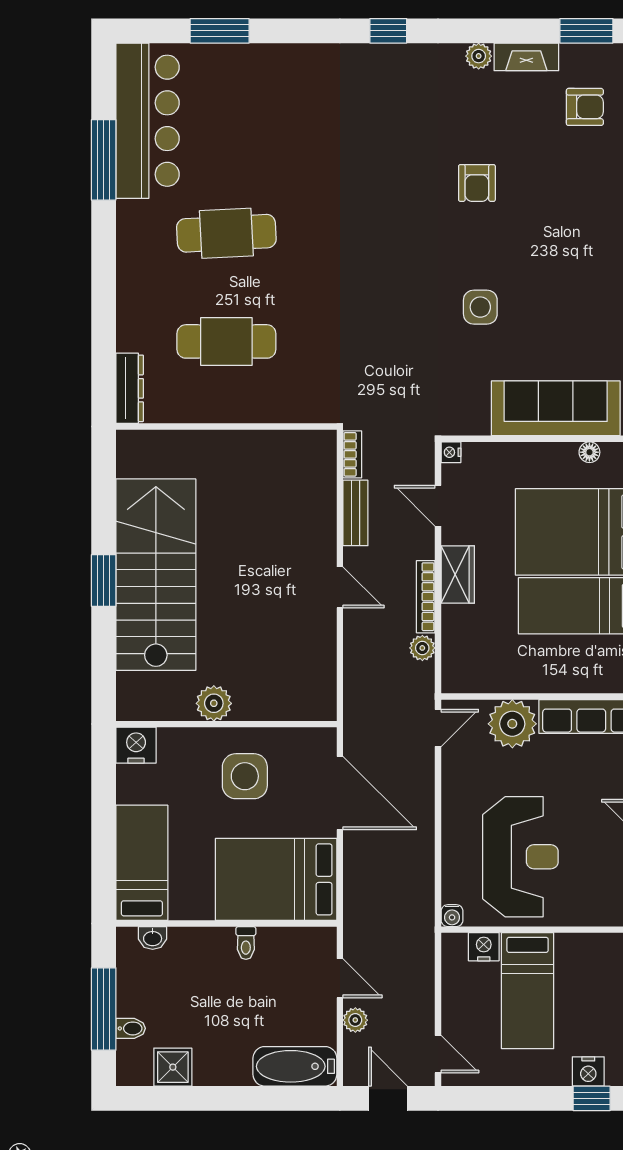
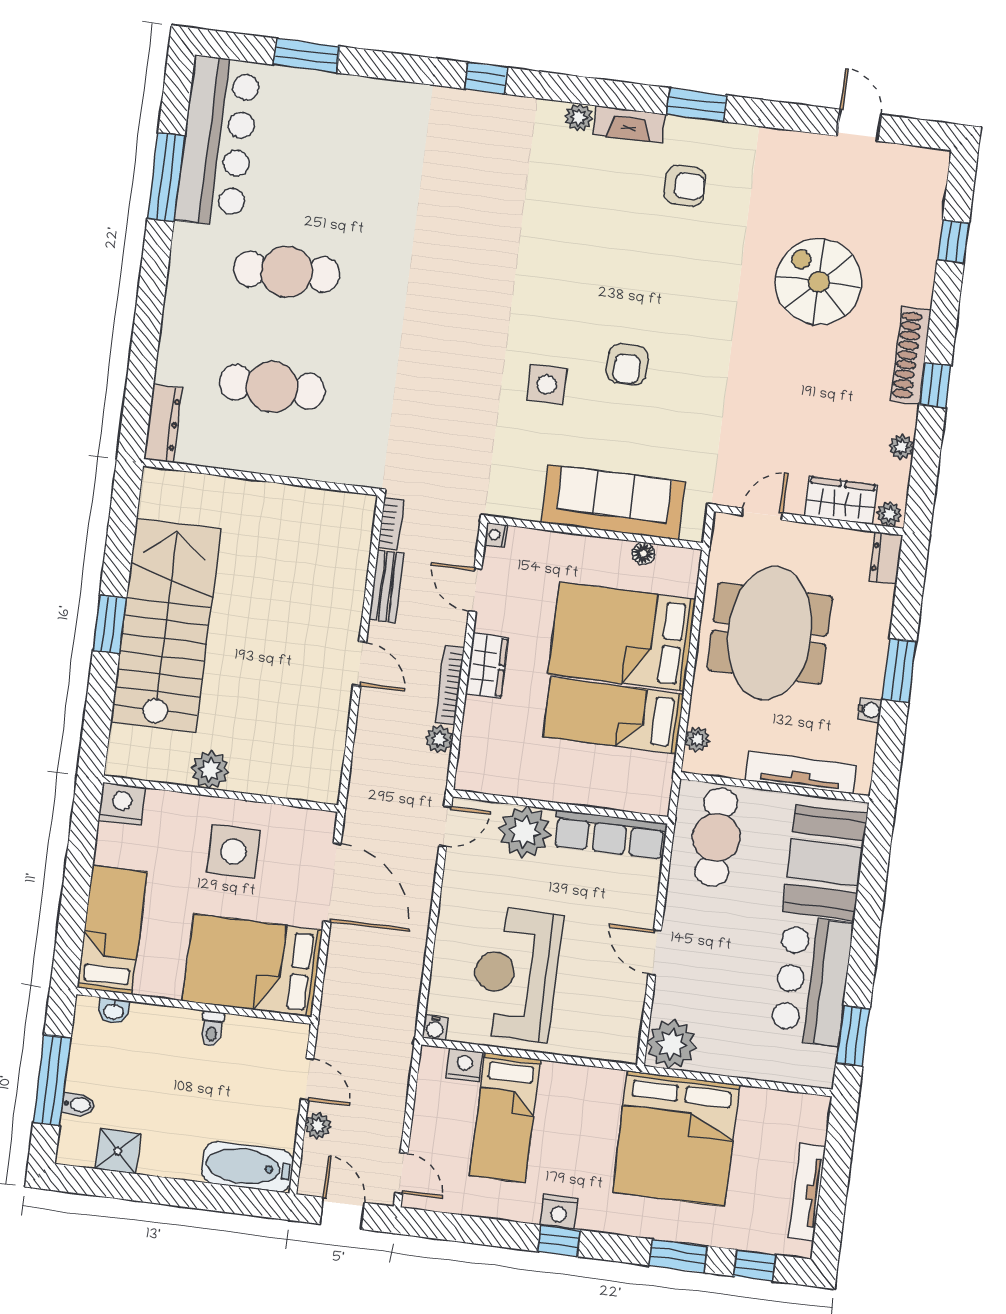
armchair: (477, 183) -> (627, 364), moved
reception desk: (520, 857) -> (515, 974), turned 180

